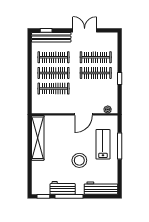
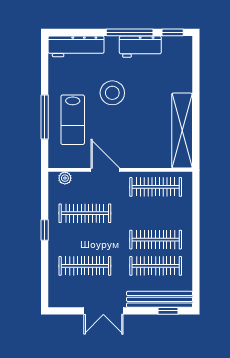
clothes rail: (96, 73) -> (85, 213), moved
clothes rail: (54, 89) -> (156, 187), moved
door: (84, 114) -> (105, 170), hinge flipped

